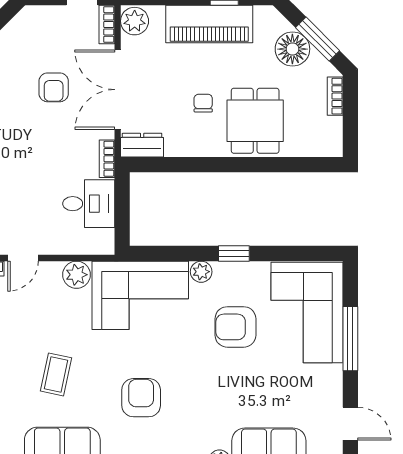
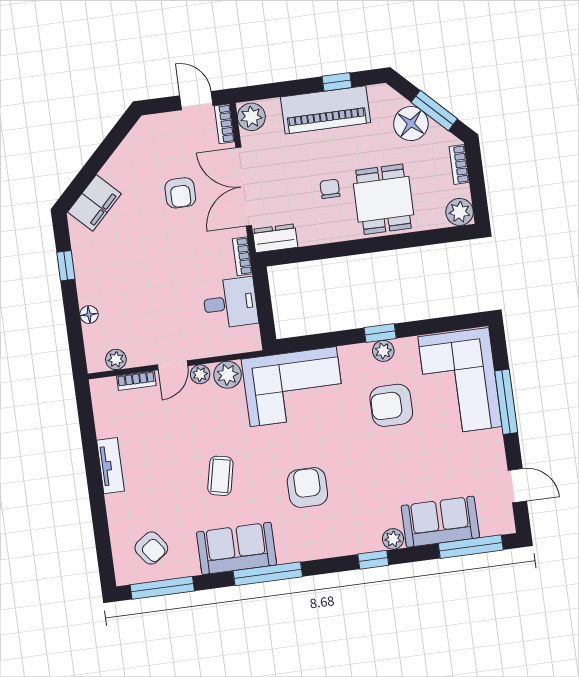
plant: (329, 143) -> (460, 212), added
plant: (49, 271) -> (200, 374), added
plant: (201, 272) -> (383, 351), moved

